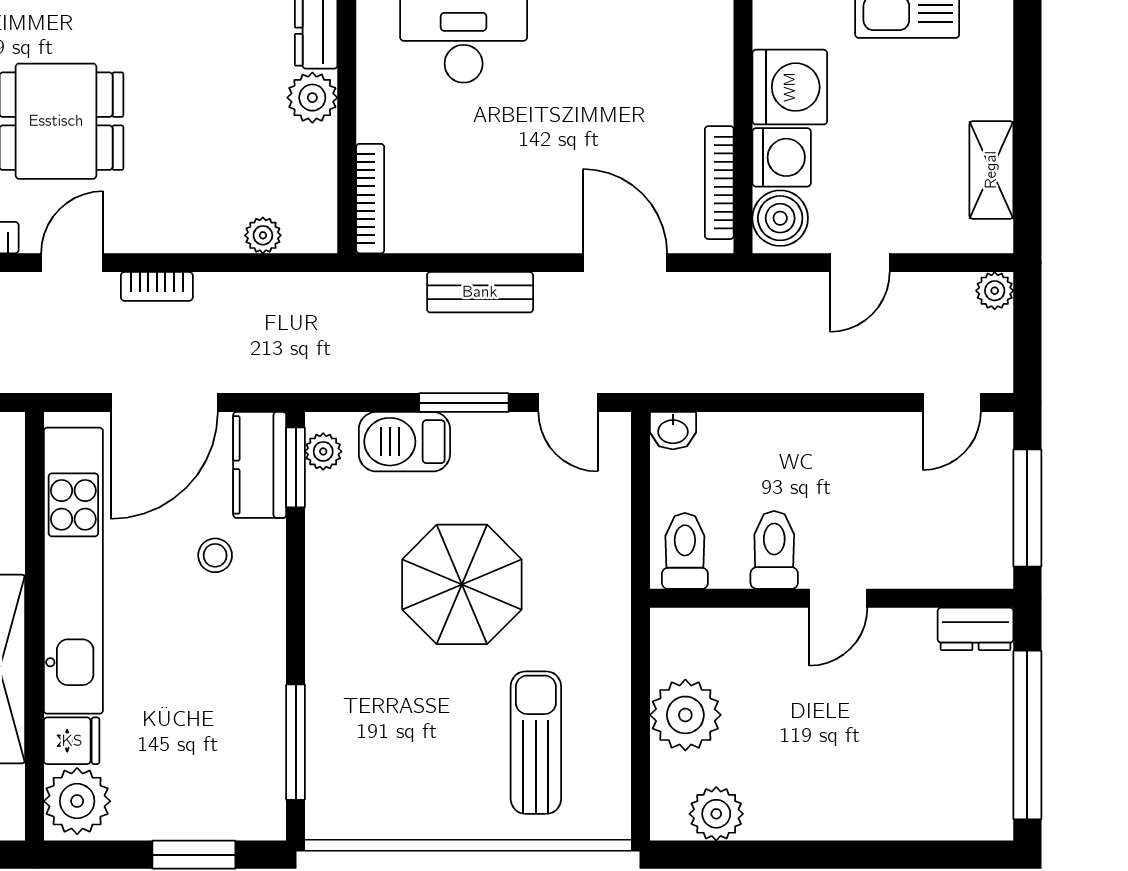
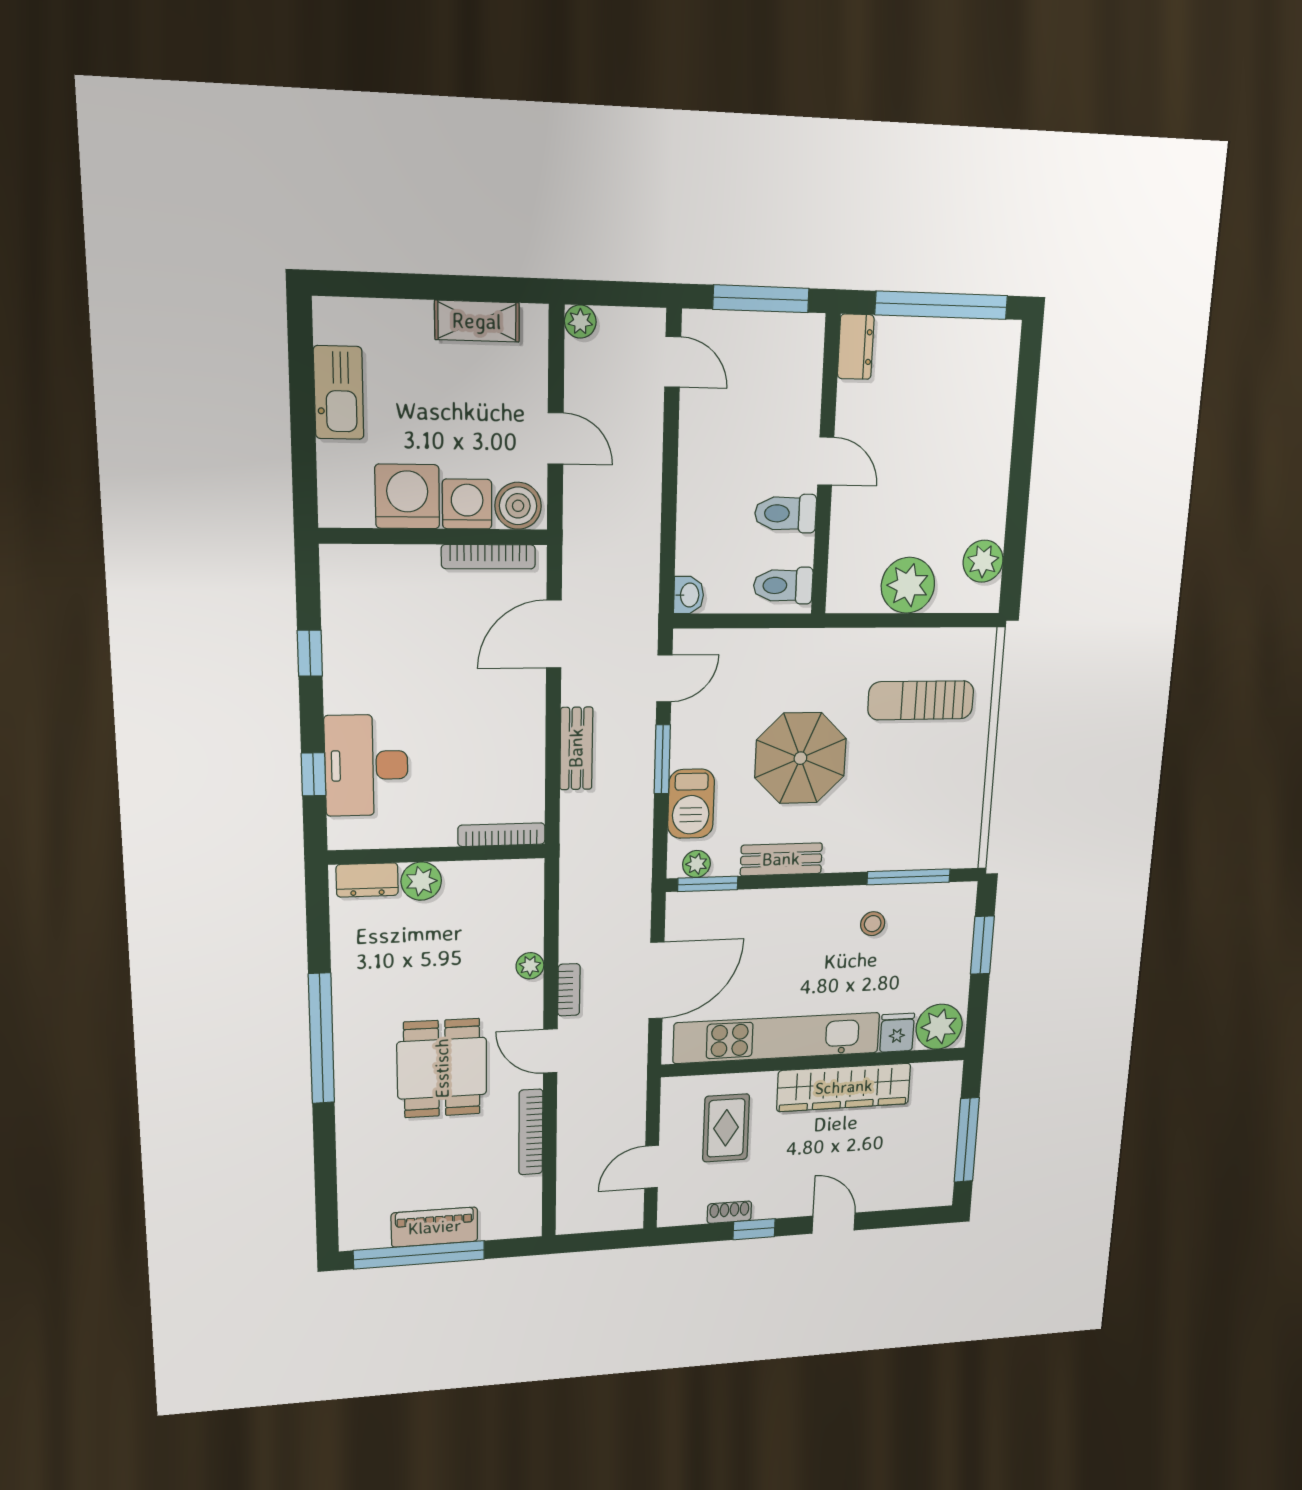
plant: (263, 235) -> (530, 966), moved
door: (164, 403) -> (656, 980), hinge flipped
kitchen counter: (260, 465) -> (705, 910), removed
stool: (215, 555) -> (873, 924), moved
bench: (326, 565) -> (781, 859), added

